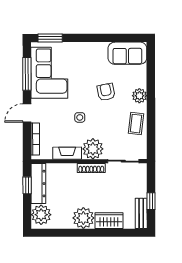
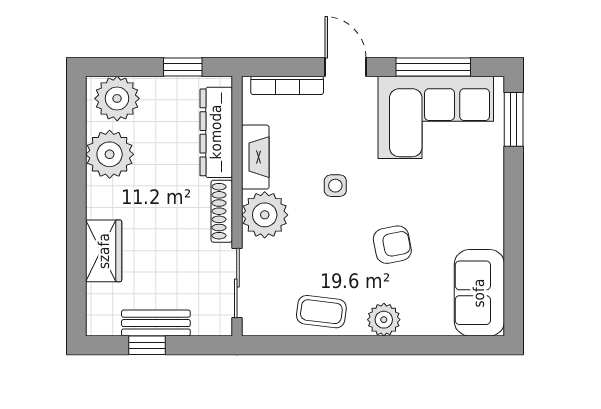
dresser: (38, 184) -> (216, 132), moved, turned 90
bench: (141, 213) -> (156, 323), moved
plant: (83, 218) -> (110, 154), moved

